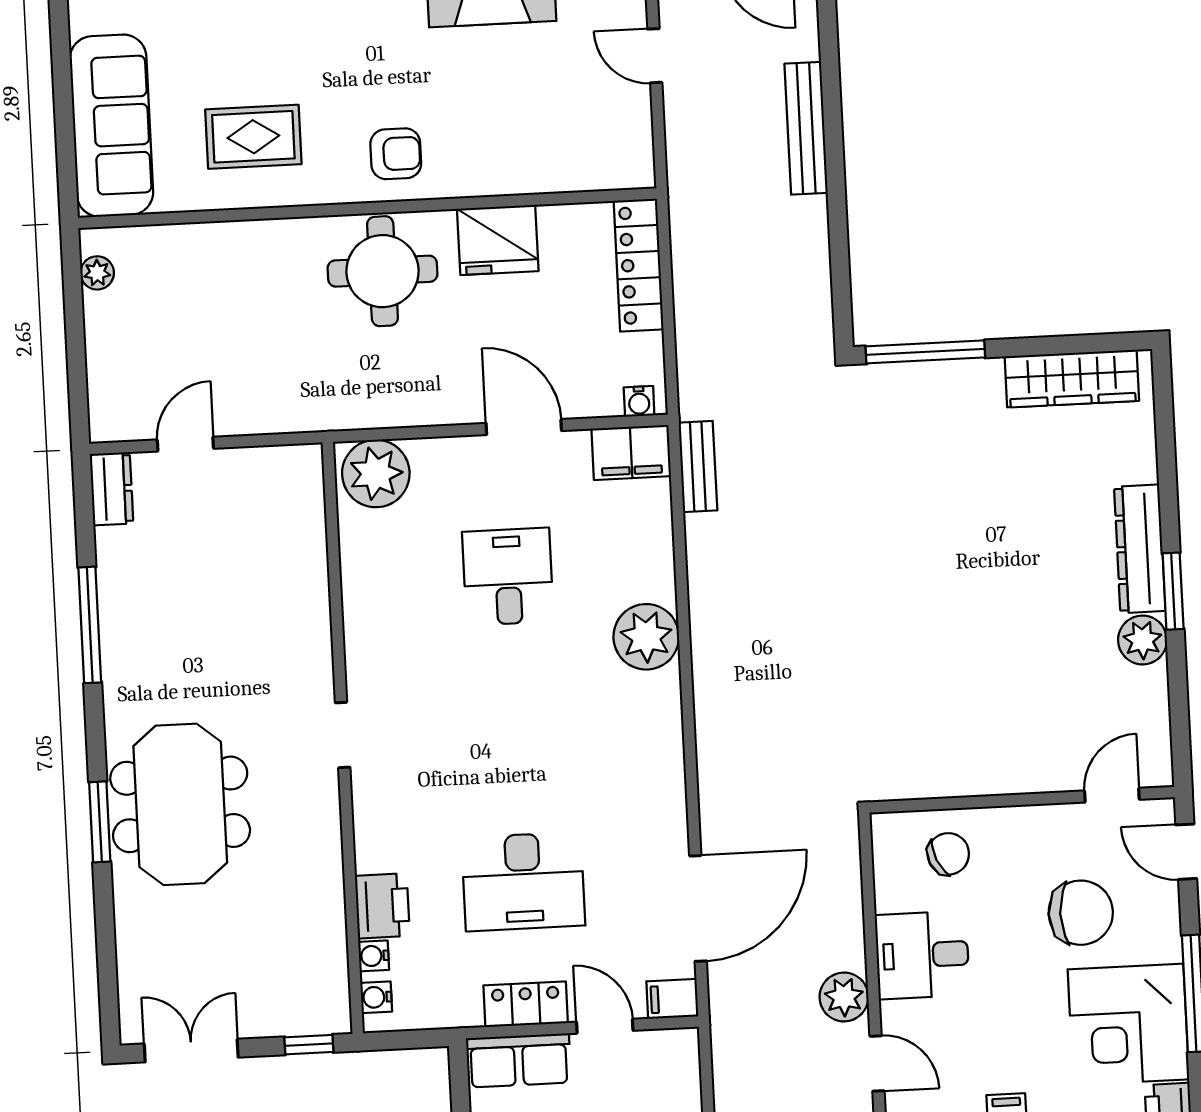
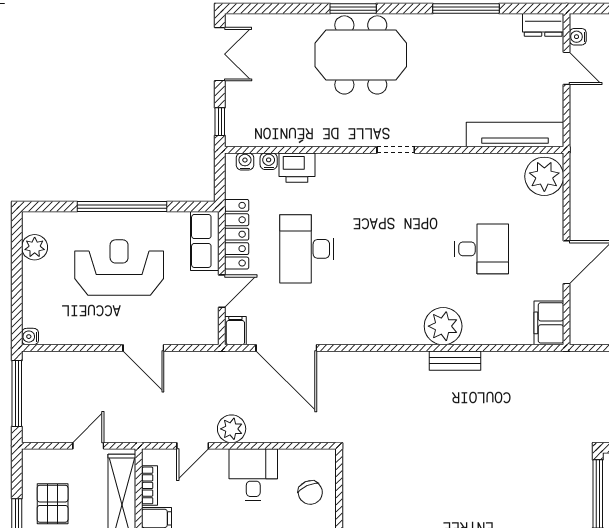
water cooler: (639, 401) -> (578, 37), moved
bench: (698, 466) -> (455, 361), moved
tv unit: (305, 528) -> (515, 134), added
locker: (526, 1004) -> (237, 234), width x1.53

